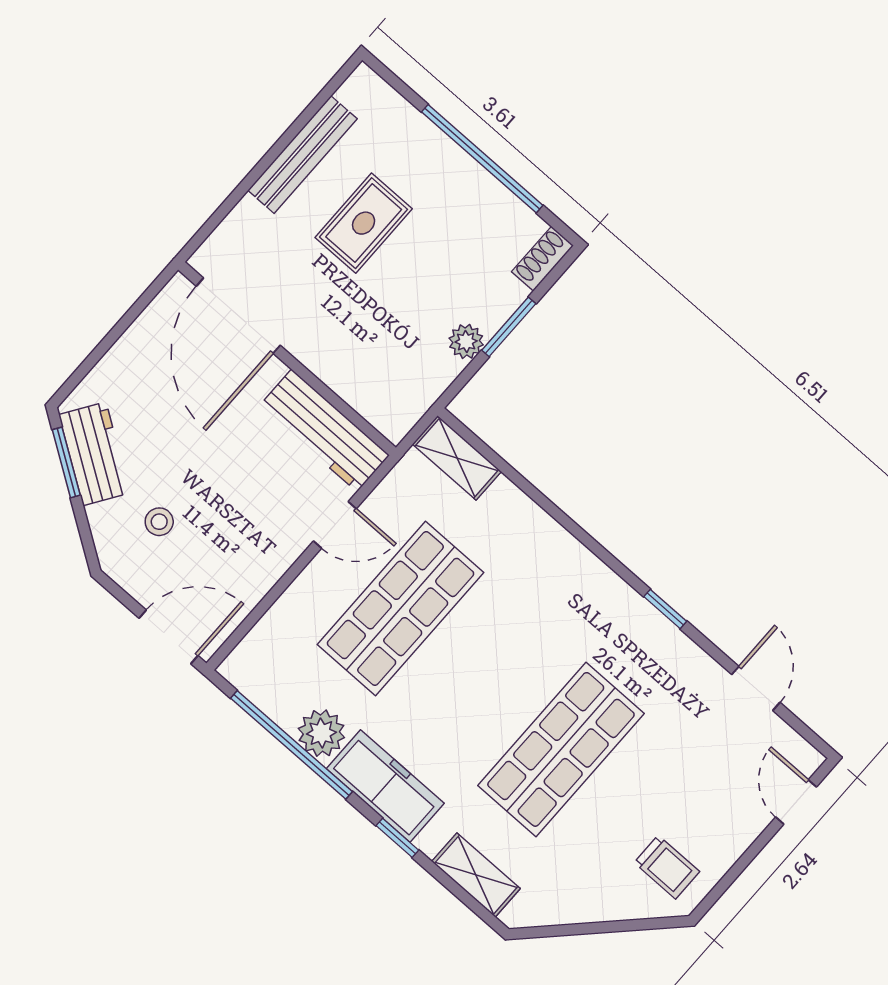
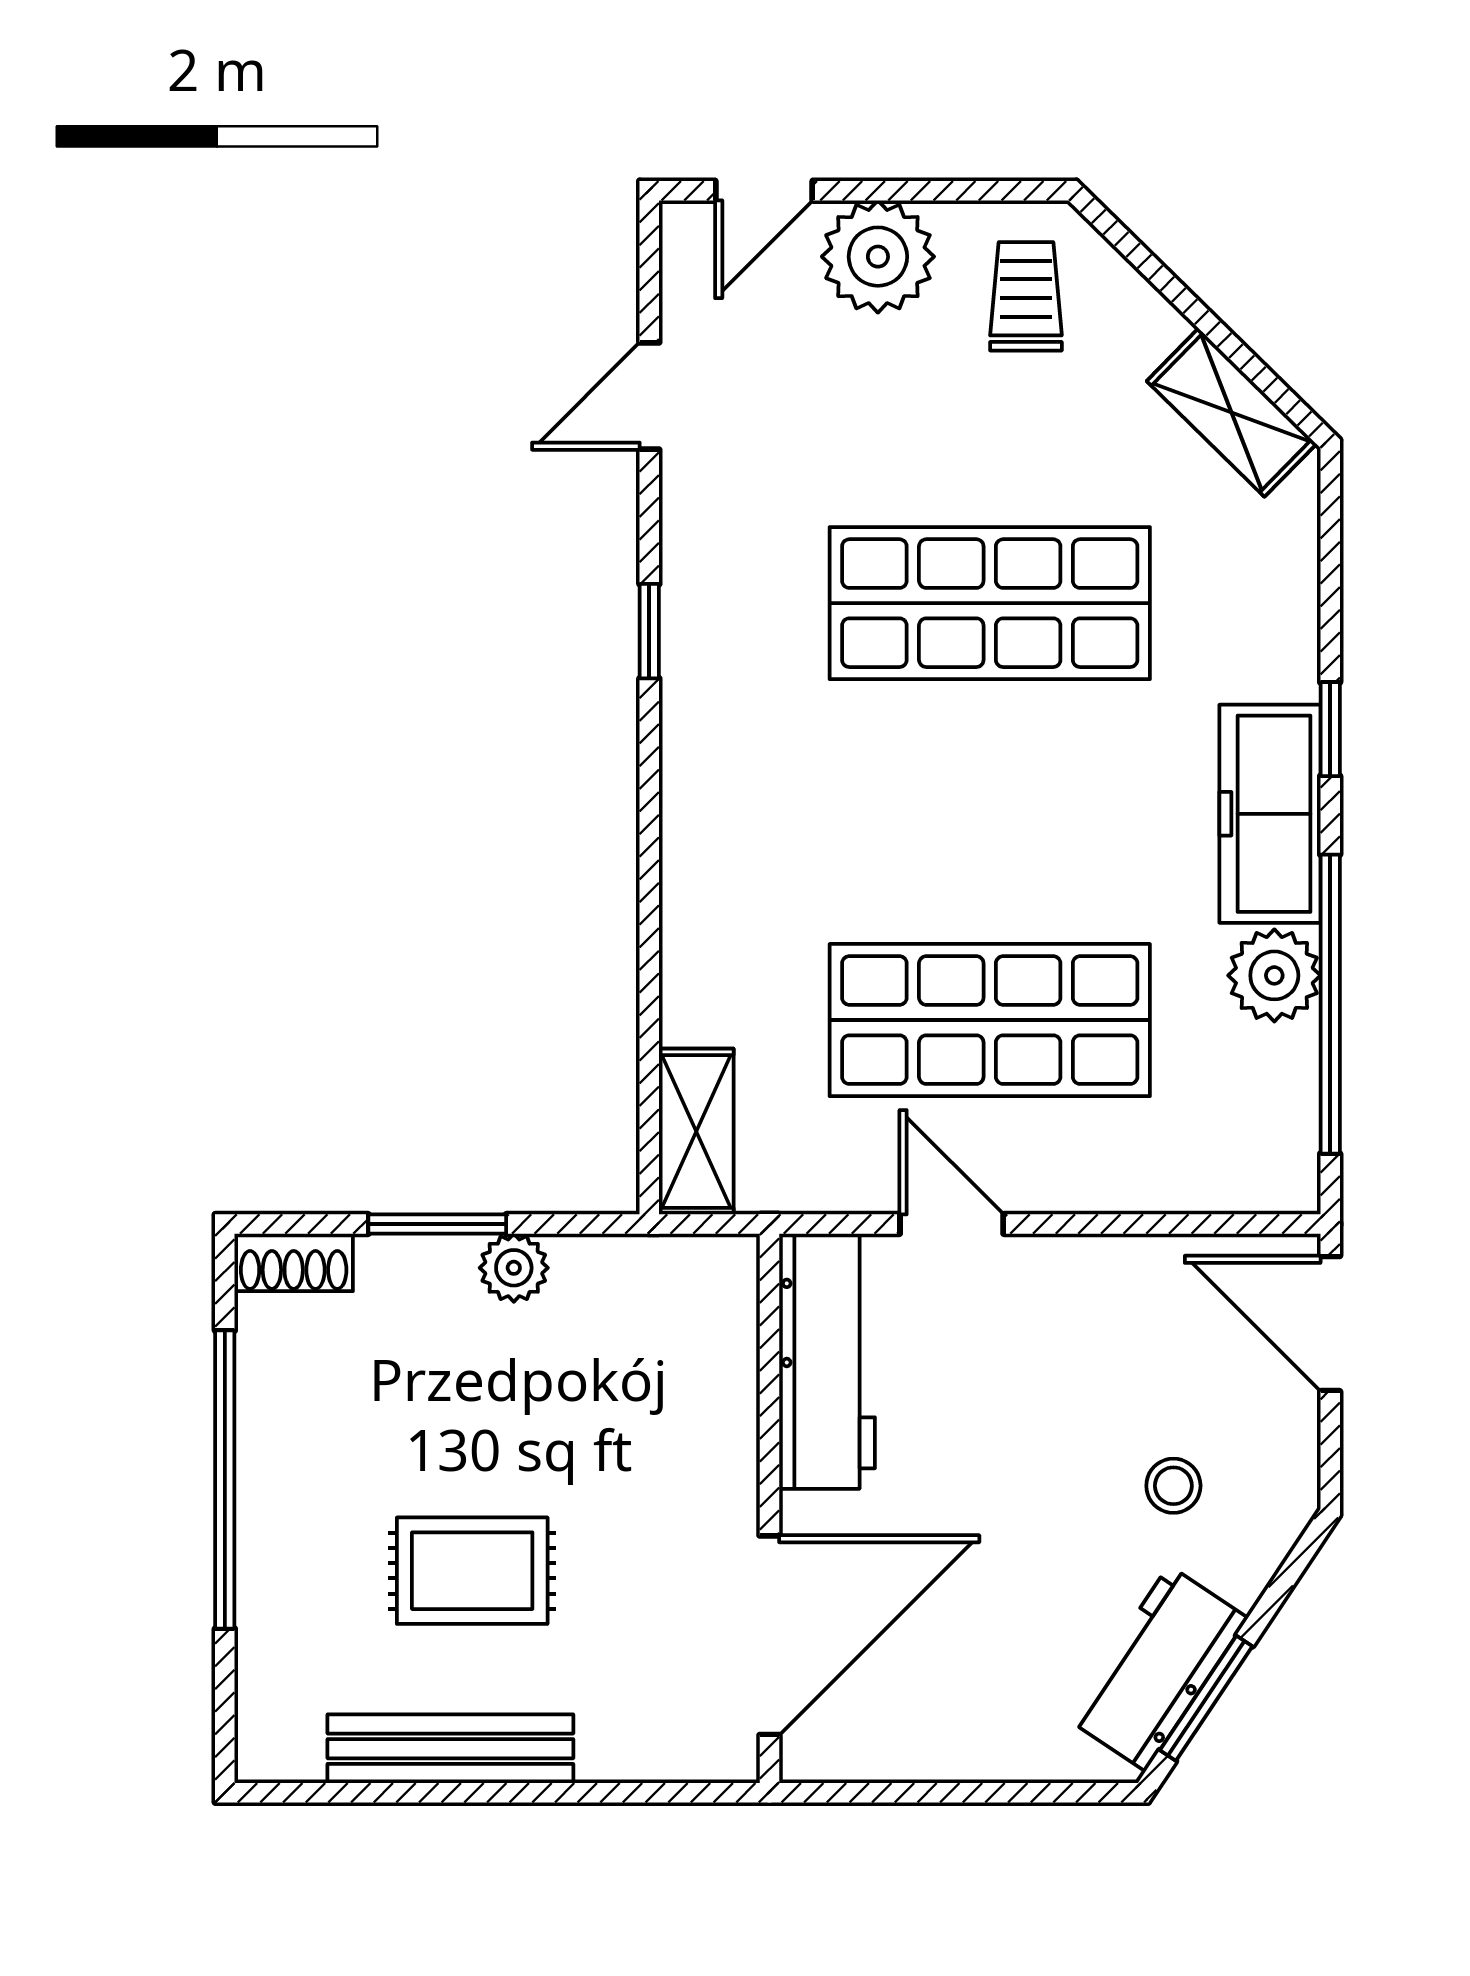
plant: (732, 824) -> (878, 257), added
shelving: (476, 875) -> (1232, 412), moved, turned -46

